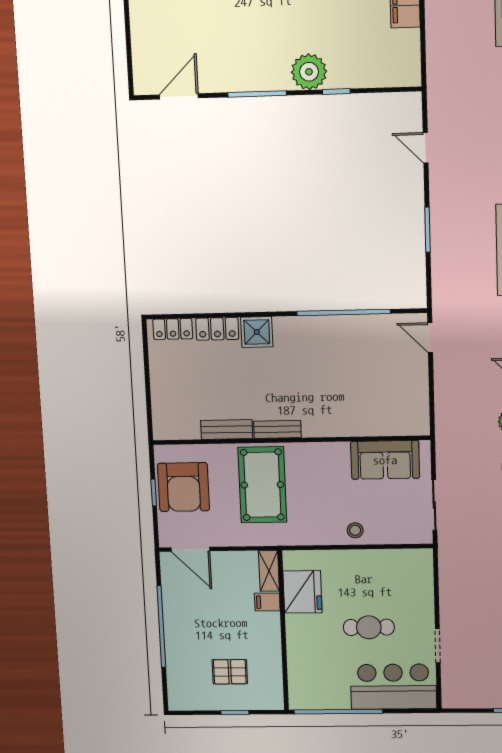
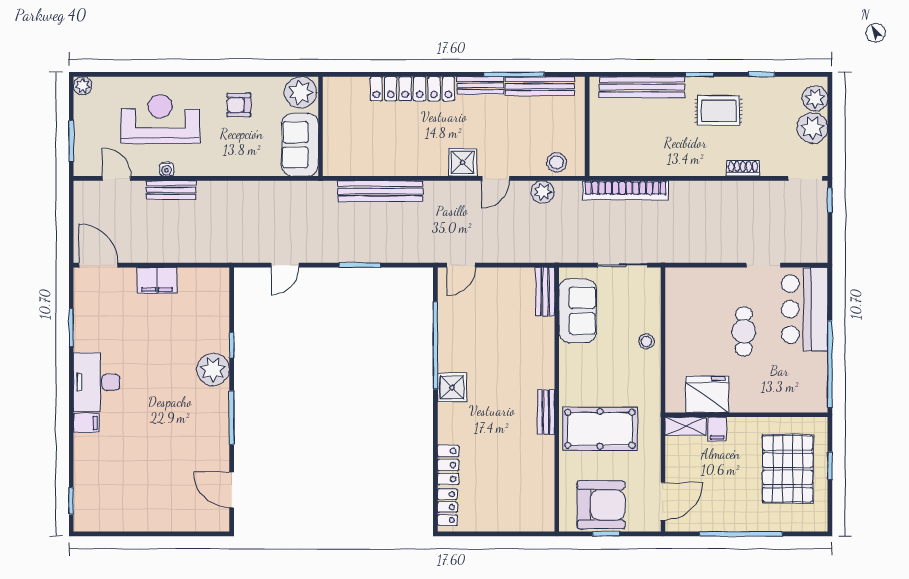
shower: (257, 332) -> (452, 388), moved
bench: (227, 430) -> (545, 292), moved
pallet: (230, 672) -> (788, 469), width x2.05, depth x2.00

